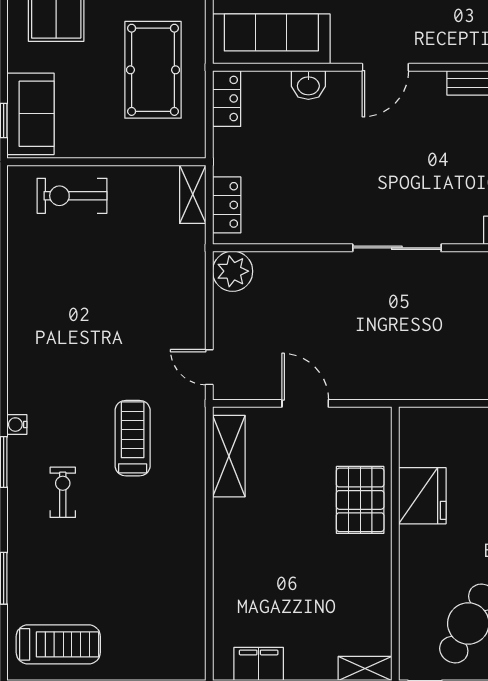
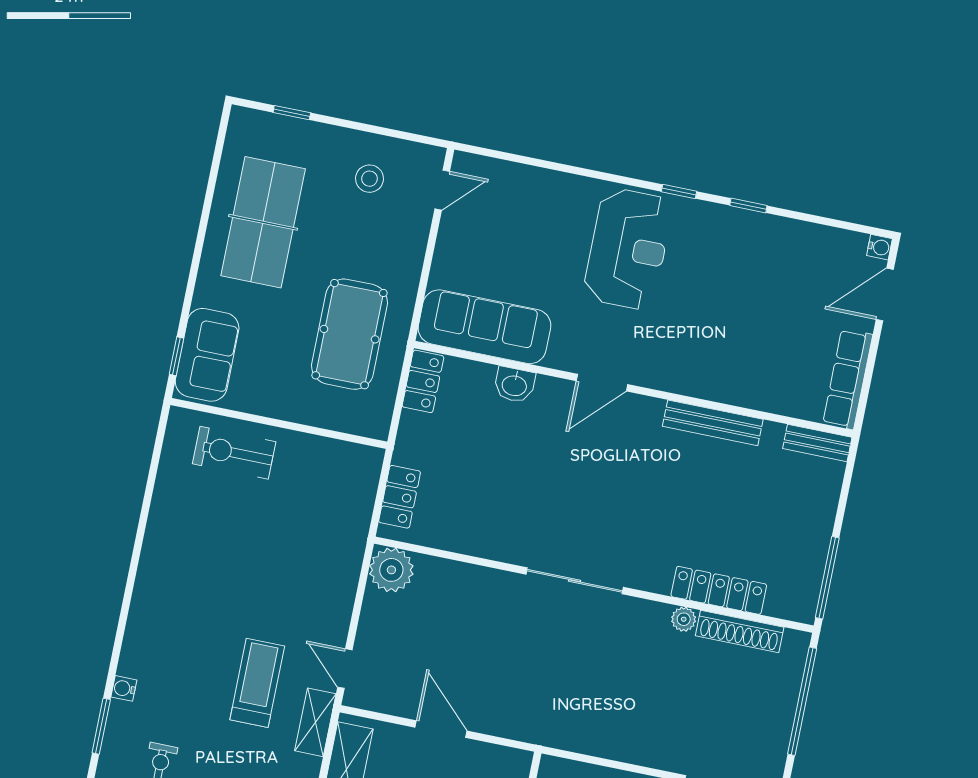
shelving: (193, 194) -> (315, 722), moved
treadmill: (133, 438) -> (257, 683), moved

